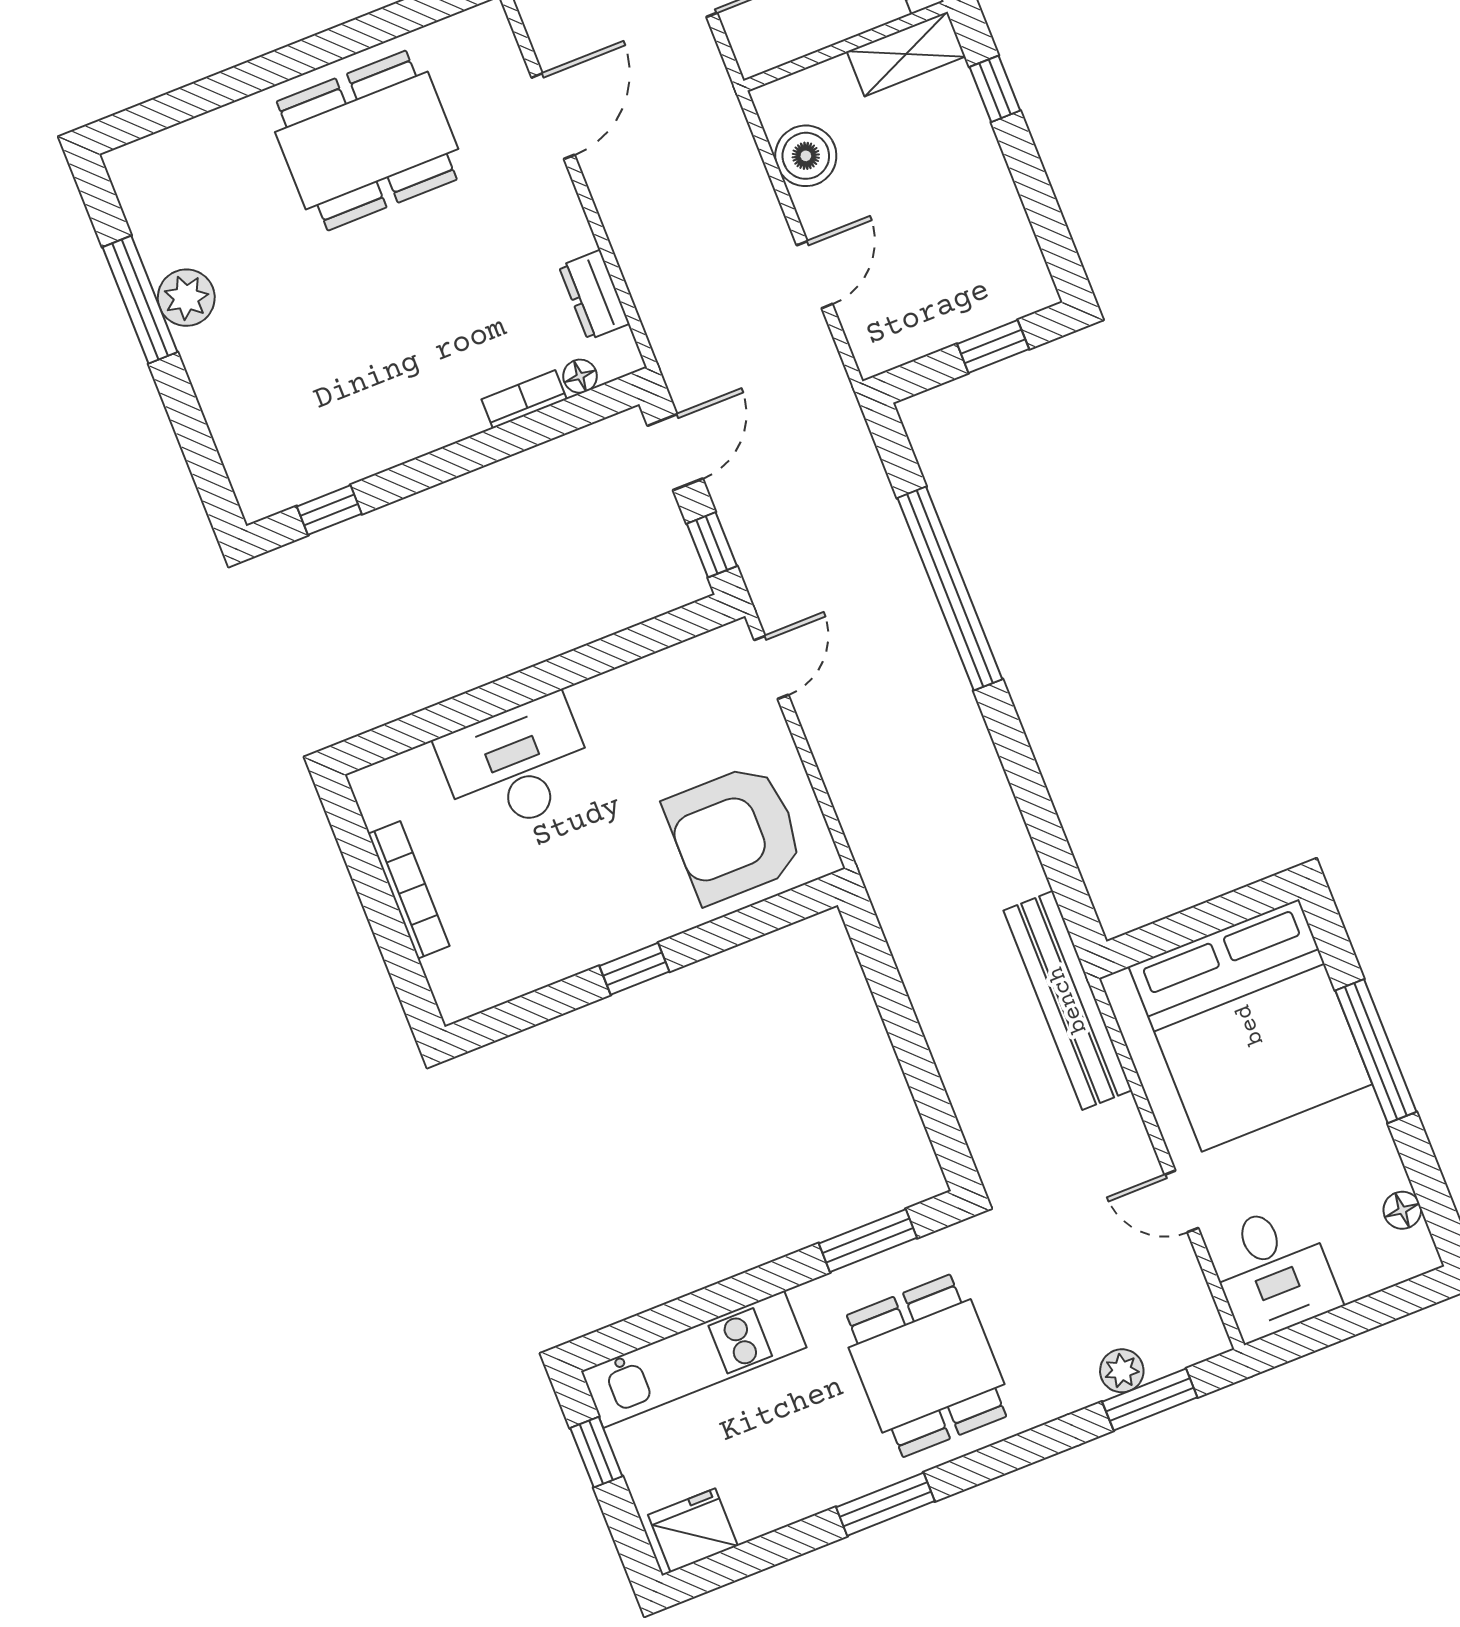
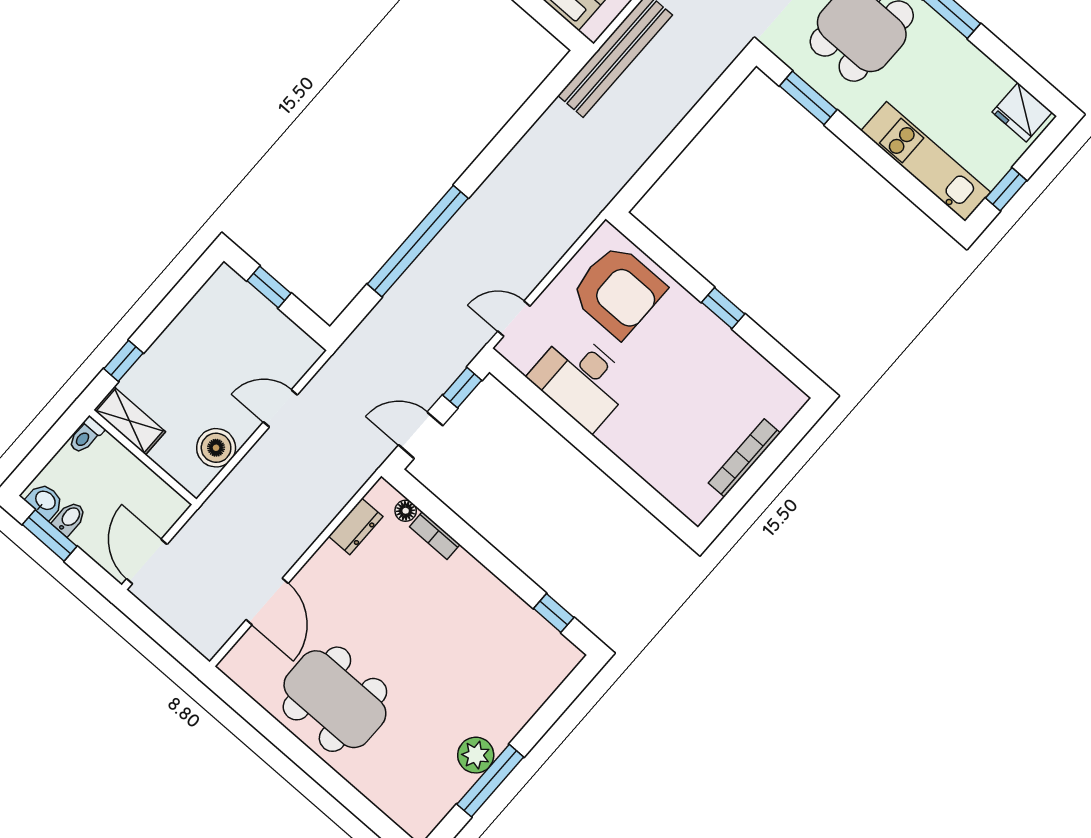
door: (553, 116) -> (267, 601), swing flipped
desk: (517, 765) -> (581, 380), moved

